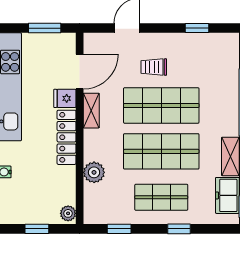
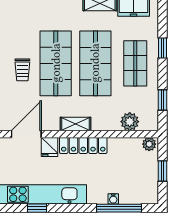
door: (80, 71) -> (26, 134), hinge flipped
shelving: (91, 111) -> (75, 124), moved
plant: (94, 172) -> (130, 122), moved

